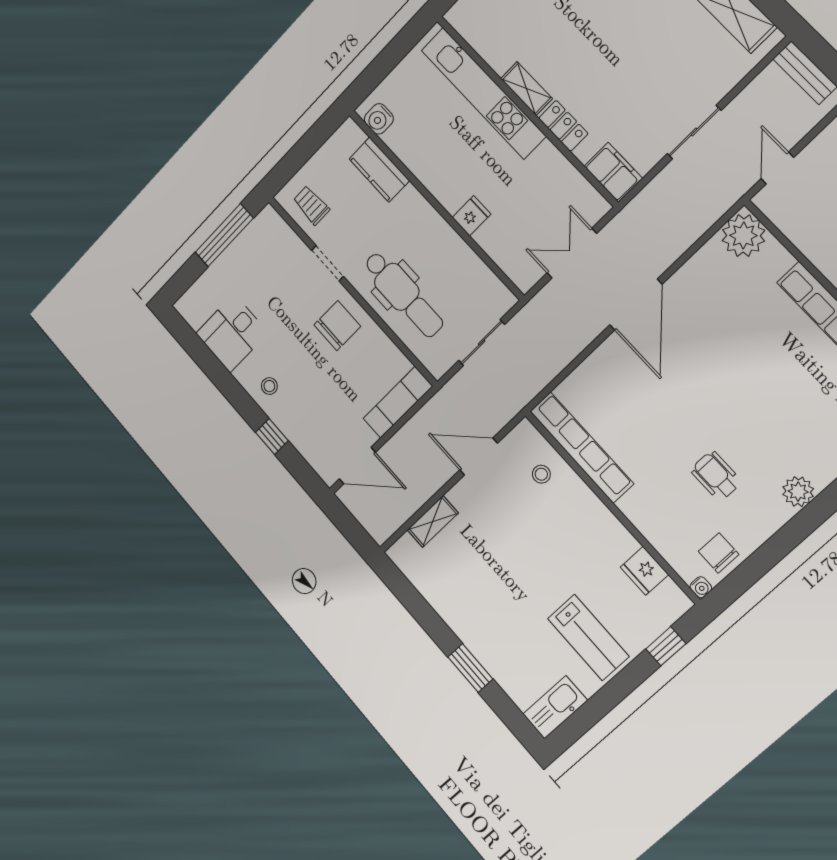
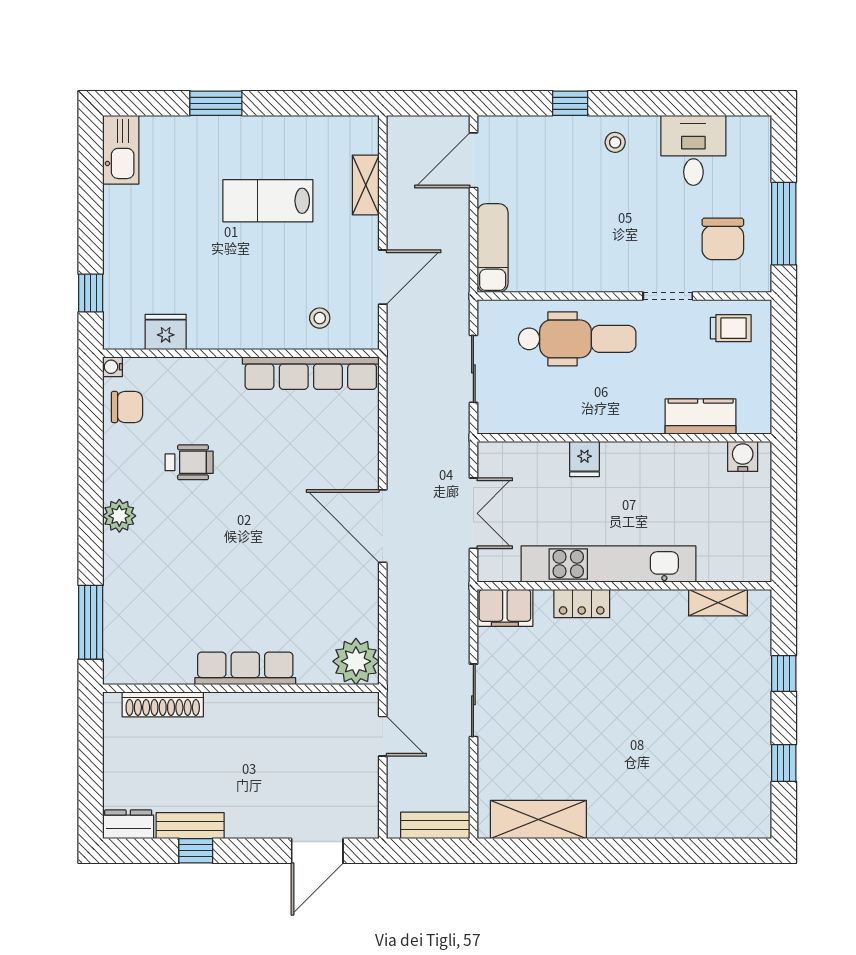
shelving: (527, 89) -> (718, 603), moved
kitchen unit: (483, 93) -> (608, 564), moved
dental chair: (403, 294) -> (577, 339), turned 180
chair: (337, 326) -> (723, 239), moved
lab bench: (588, 637) -> (268, 201), moved

